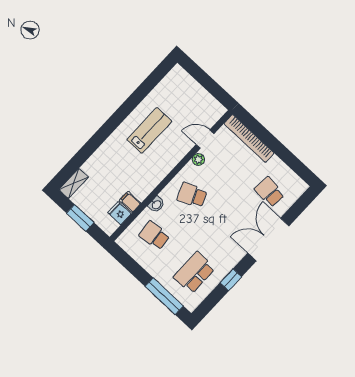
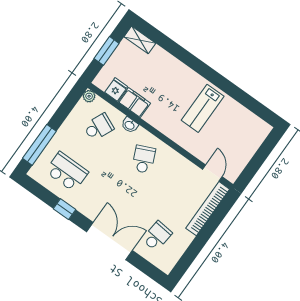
lab bench: (149, 130) -> (203, 108), turned 90
door: (205, 139) -> (212, 173), moved
plant: (198, 160) -> (89, 96), moved
filing cabinet: (130, 202) -> (134, 103), width x2.00
school desk: (154, 235) -> (99, 127), turned 30

